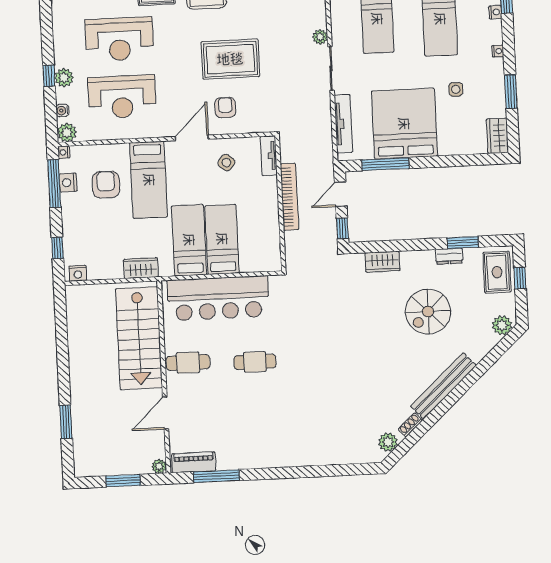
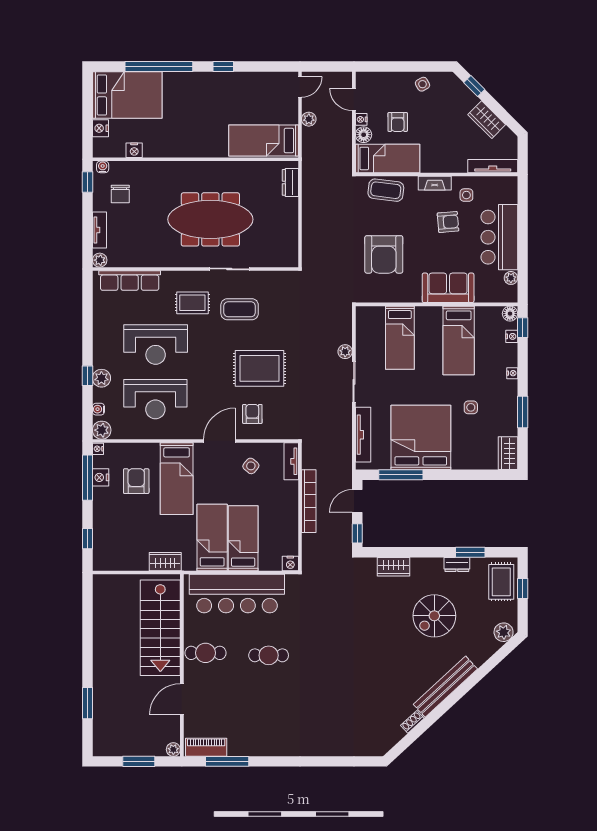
nightstand: (78, 273) -> (290, 564), moved
plant: (388, 442) -> (390, 737), removed

